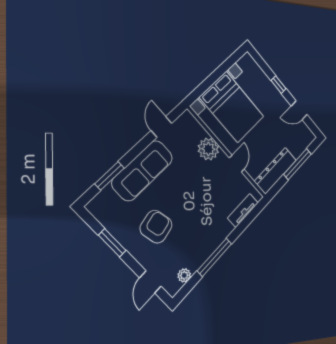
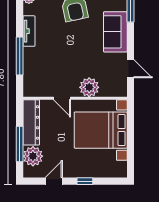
plant: (297, 145) -> (33, 156), added
sofa: (143, 170) -> (115, 32), width x0.73
tv unit: (243, 210) -> (29, 31), moved
window: (215, 257) -> (20, 56), moved

